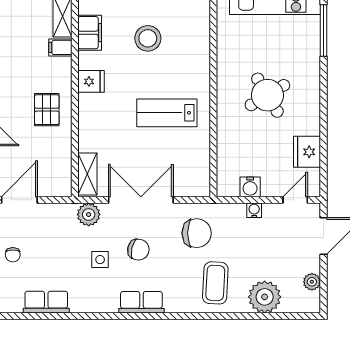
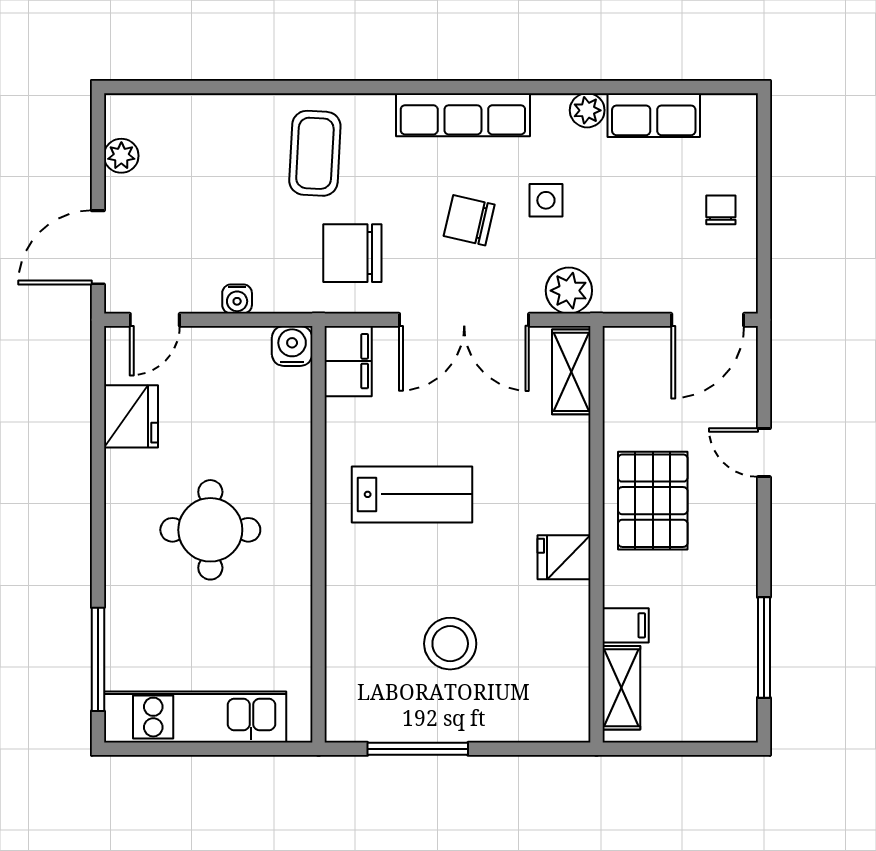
filing cabinet: (90, 33) -> (348, 361), moved, turned 180
round table: (267, 95) -> (210, 530), turned 31
pallet: (47, 110) -> (653, 501), width x1.50, depth x1.42
water cooler: (250, 187) -> (292, 346), moved
plant: (265, 297) -> (587, 110), moved, width x0.53, depth x0.53
row of seats: (141, 302) -> (463, 115), width x1.48

